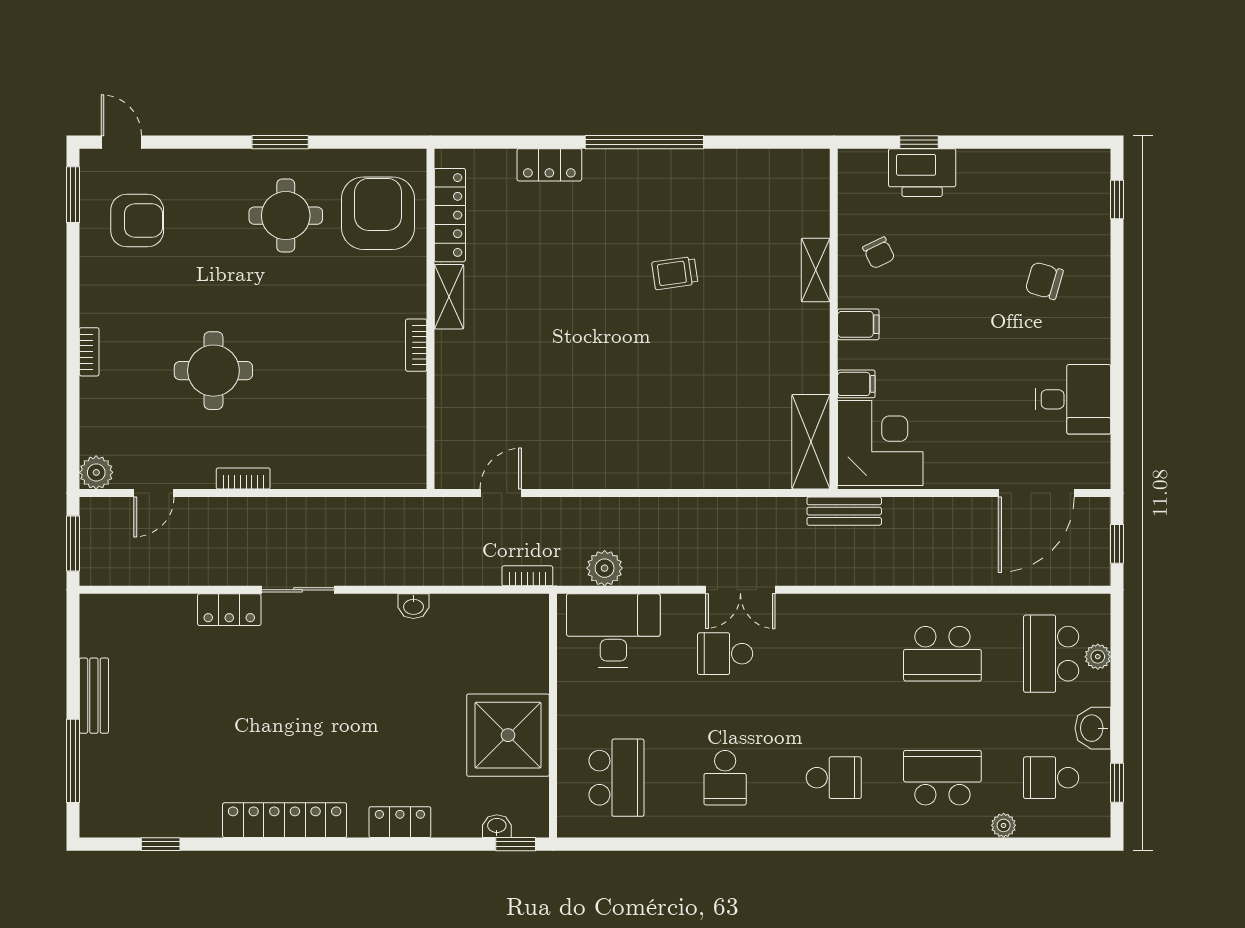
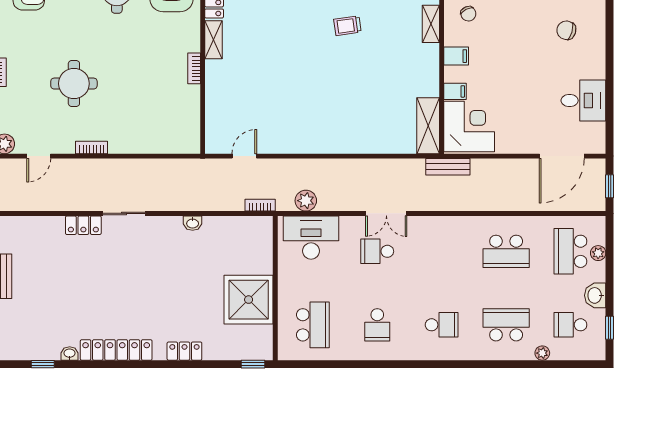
washbasin: (497, 826) -> (70, 354), moved

